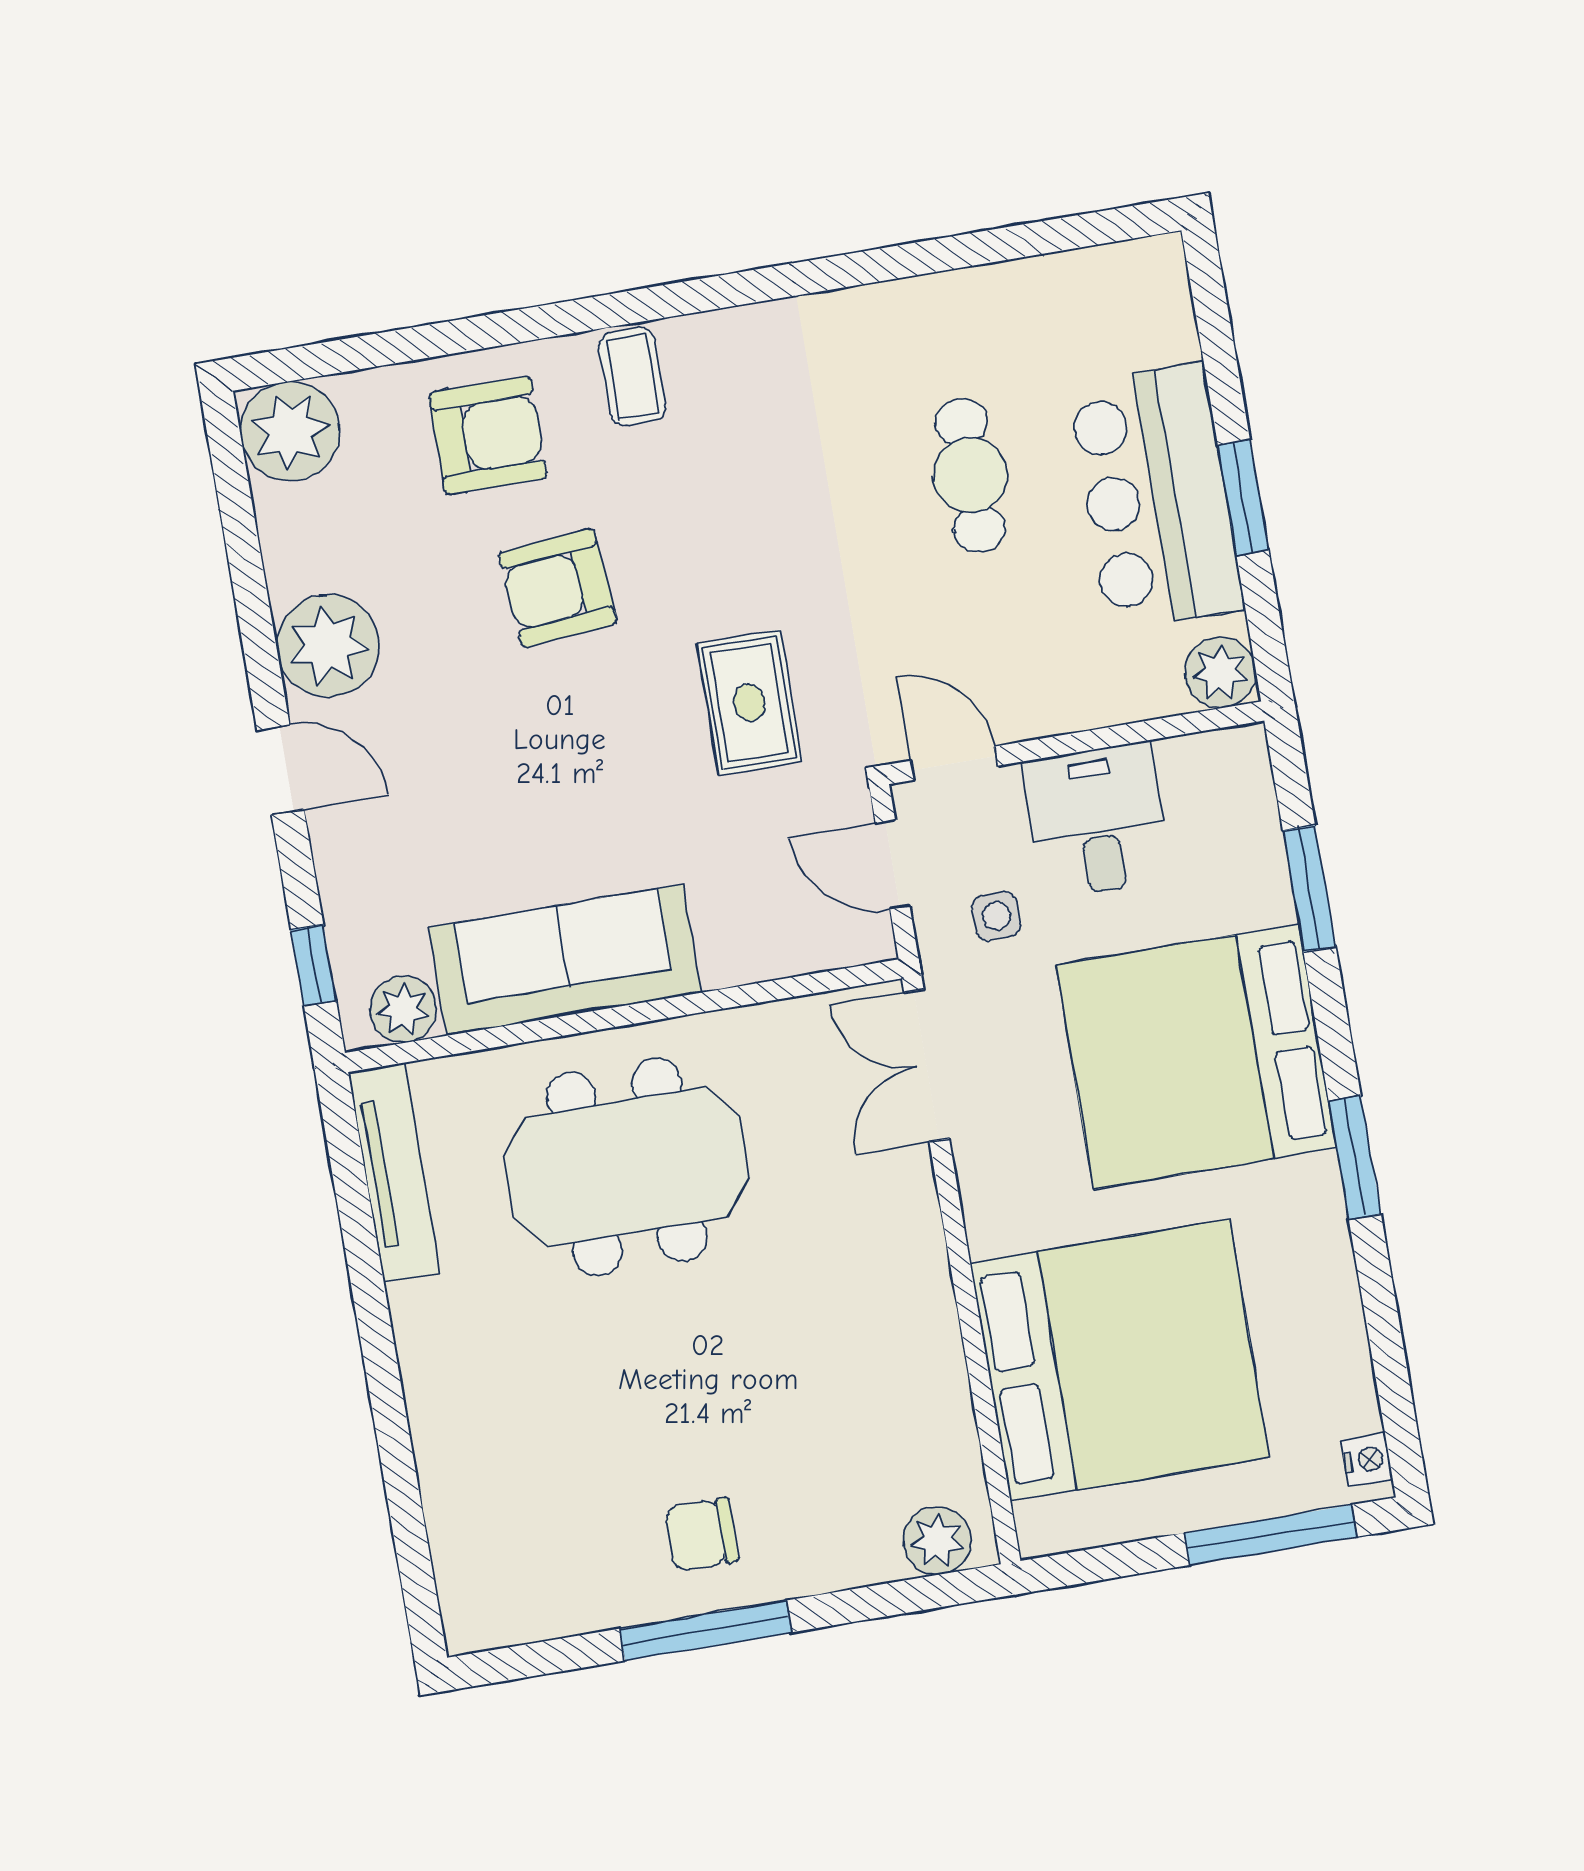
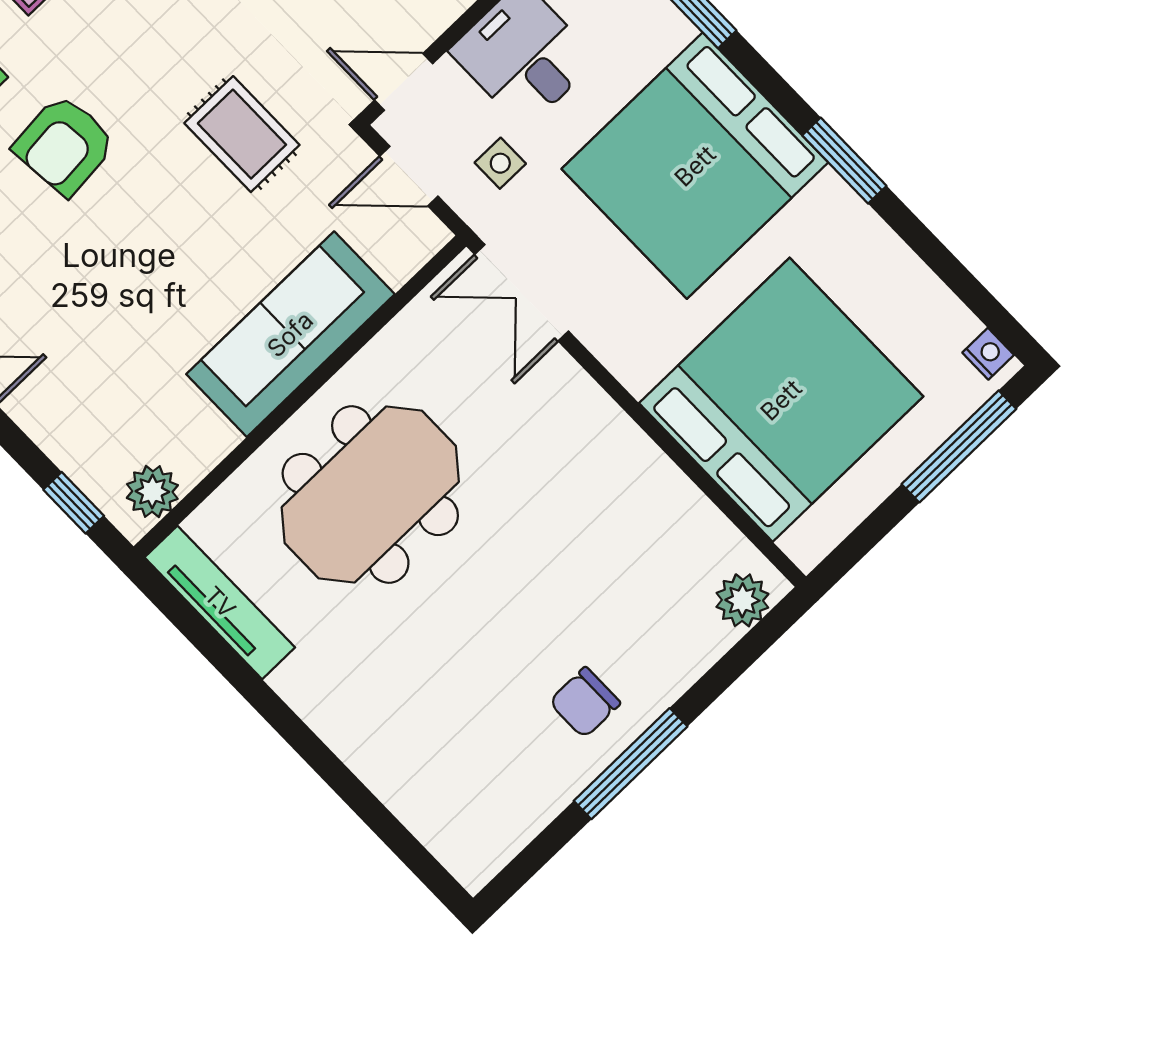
sofa: (565, 960) -> (290, 334), moved

